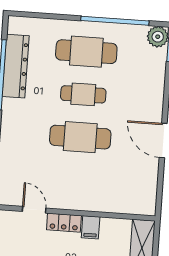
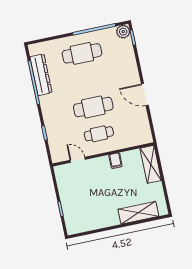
cafe table: (83, 94) -> (99, 134), moved
locker: (64, 223) -> (98, 162), removed

